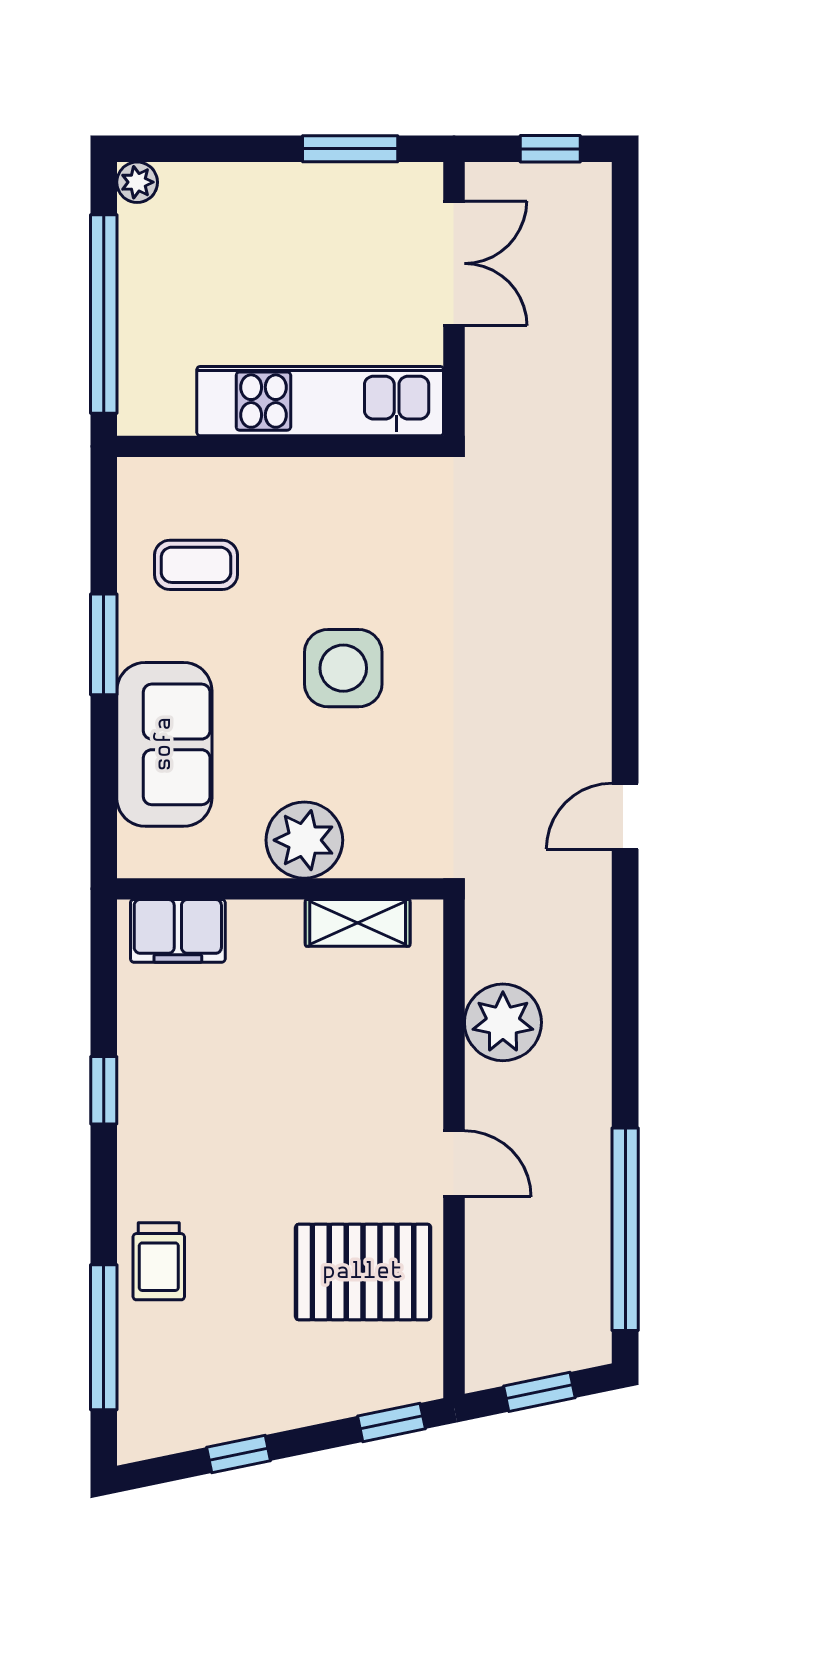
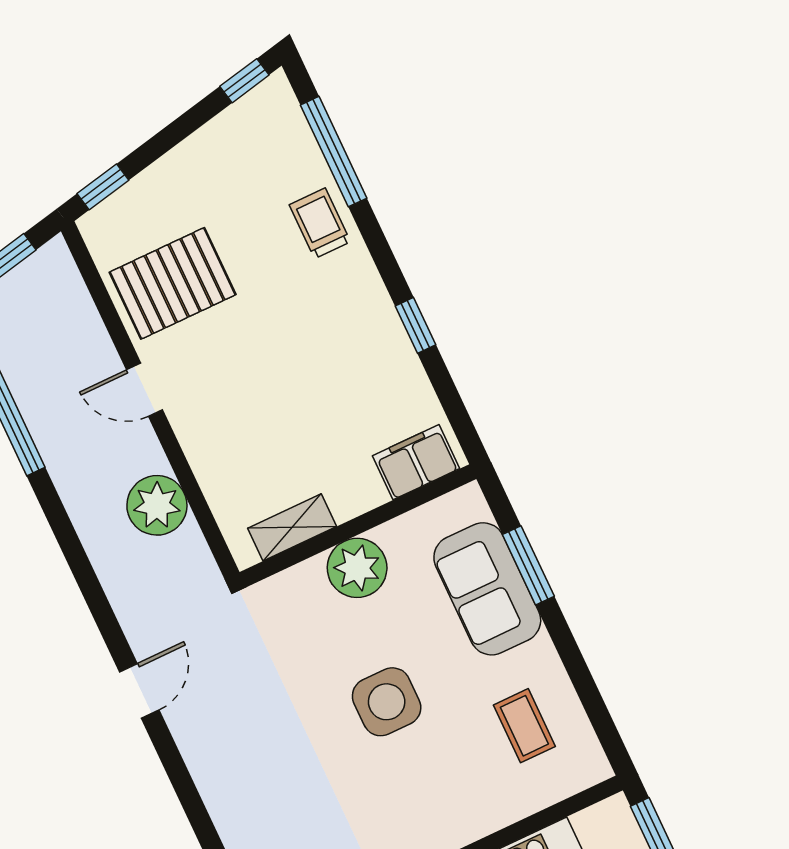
coffee table: (196, 565) -> (524, 726), turned 90
window: (104, 644) -> (528, 565), moved
window: (238, 1454) -> (244, 81), moved

